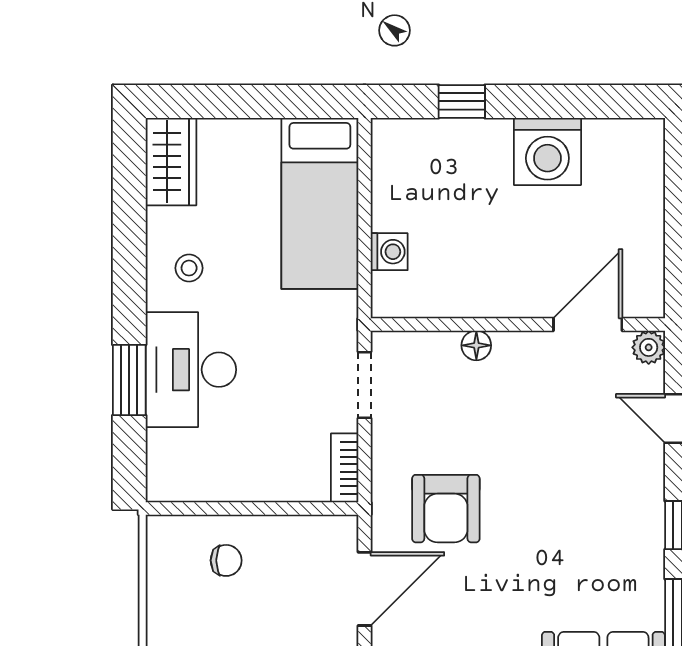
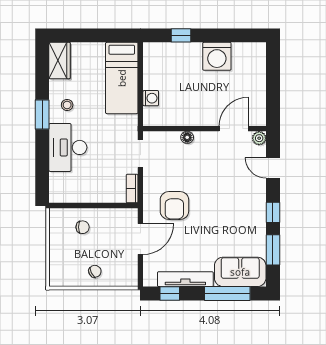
window: (129, 380) -> (42, 114), moved

